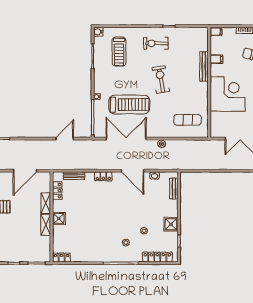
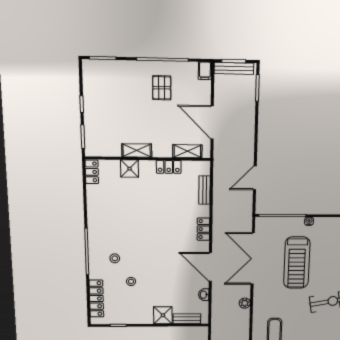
door: (65, 139) -> (255, 178), swing flipped
double door: (126, 139) -> (253, 259), swing flipped
door: (133, 171) -> (210, 267), hinge flipped
locker: (57, 191) -> (169, 167), moved
shelving: (46, 203) -> (187, 151), moved
shower: (59, 219) -> (130, 169), moved
shower: (171, 224) -> (163, 315), moved

